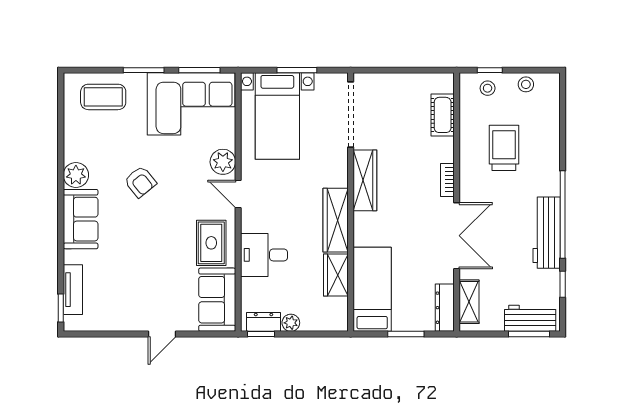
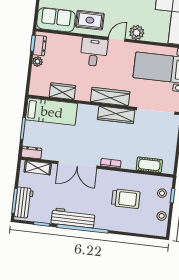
wardrobe: (336, 220) -> (110, 97), moved
desk: (264, 255) -> (94, 52), moved
dresser: (445, 308) -> (32, 153), width x0.70

